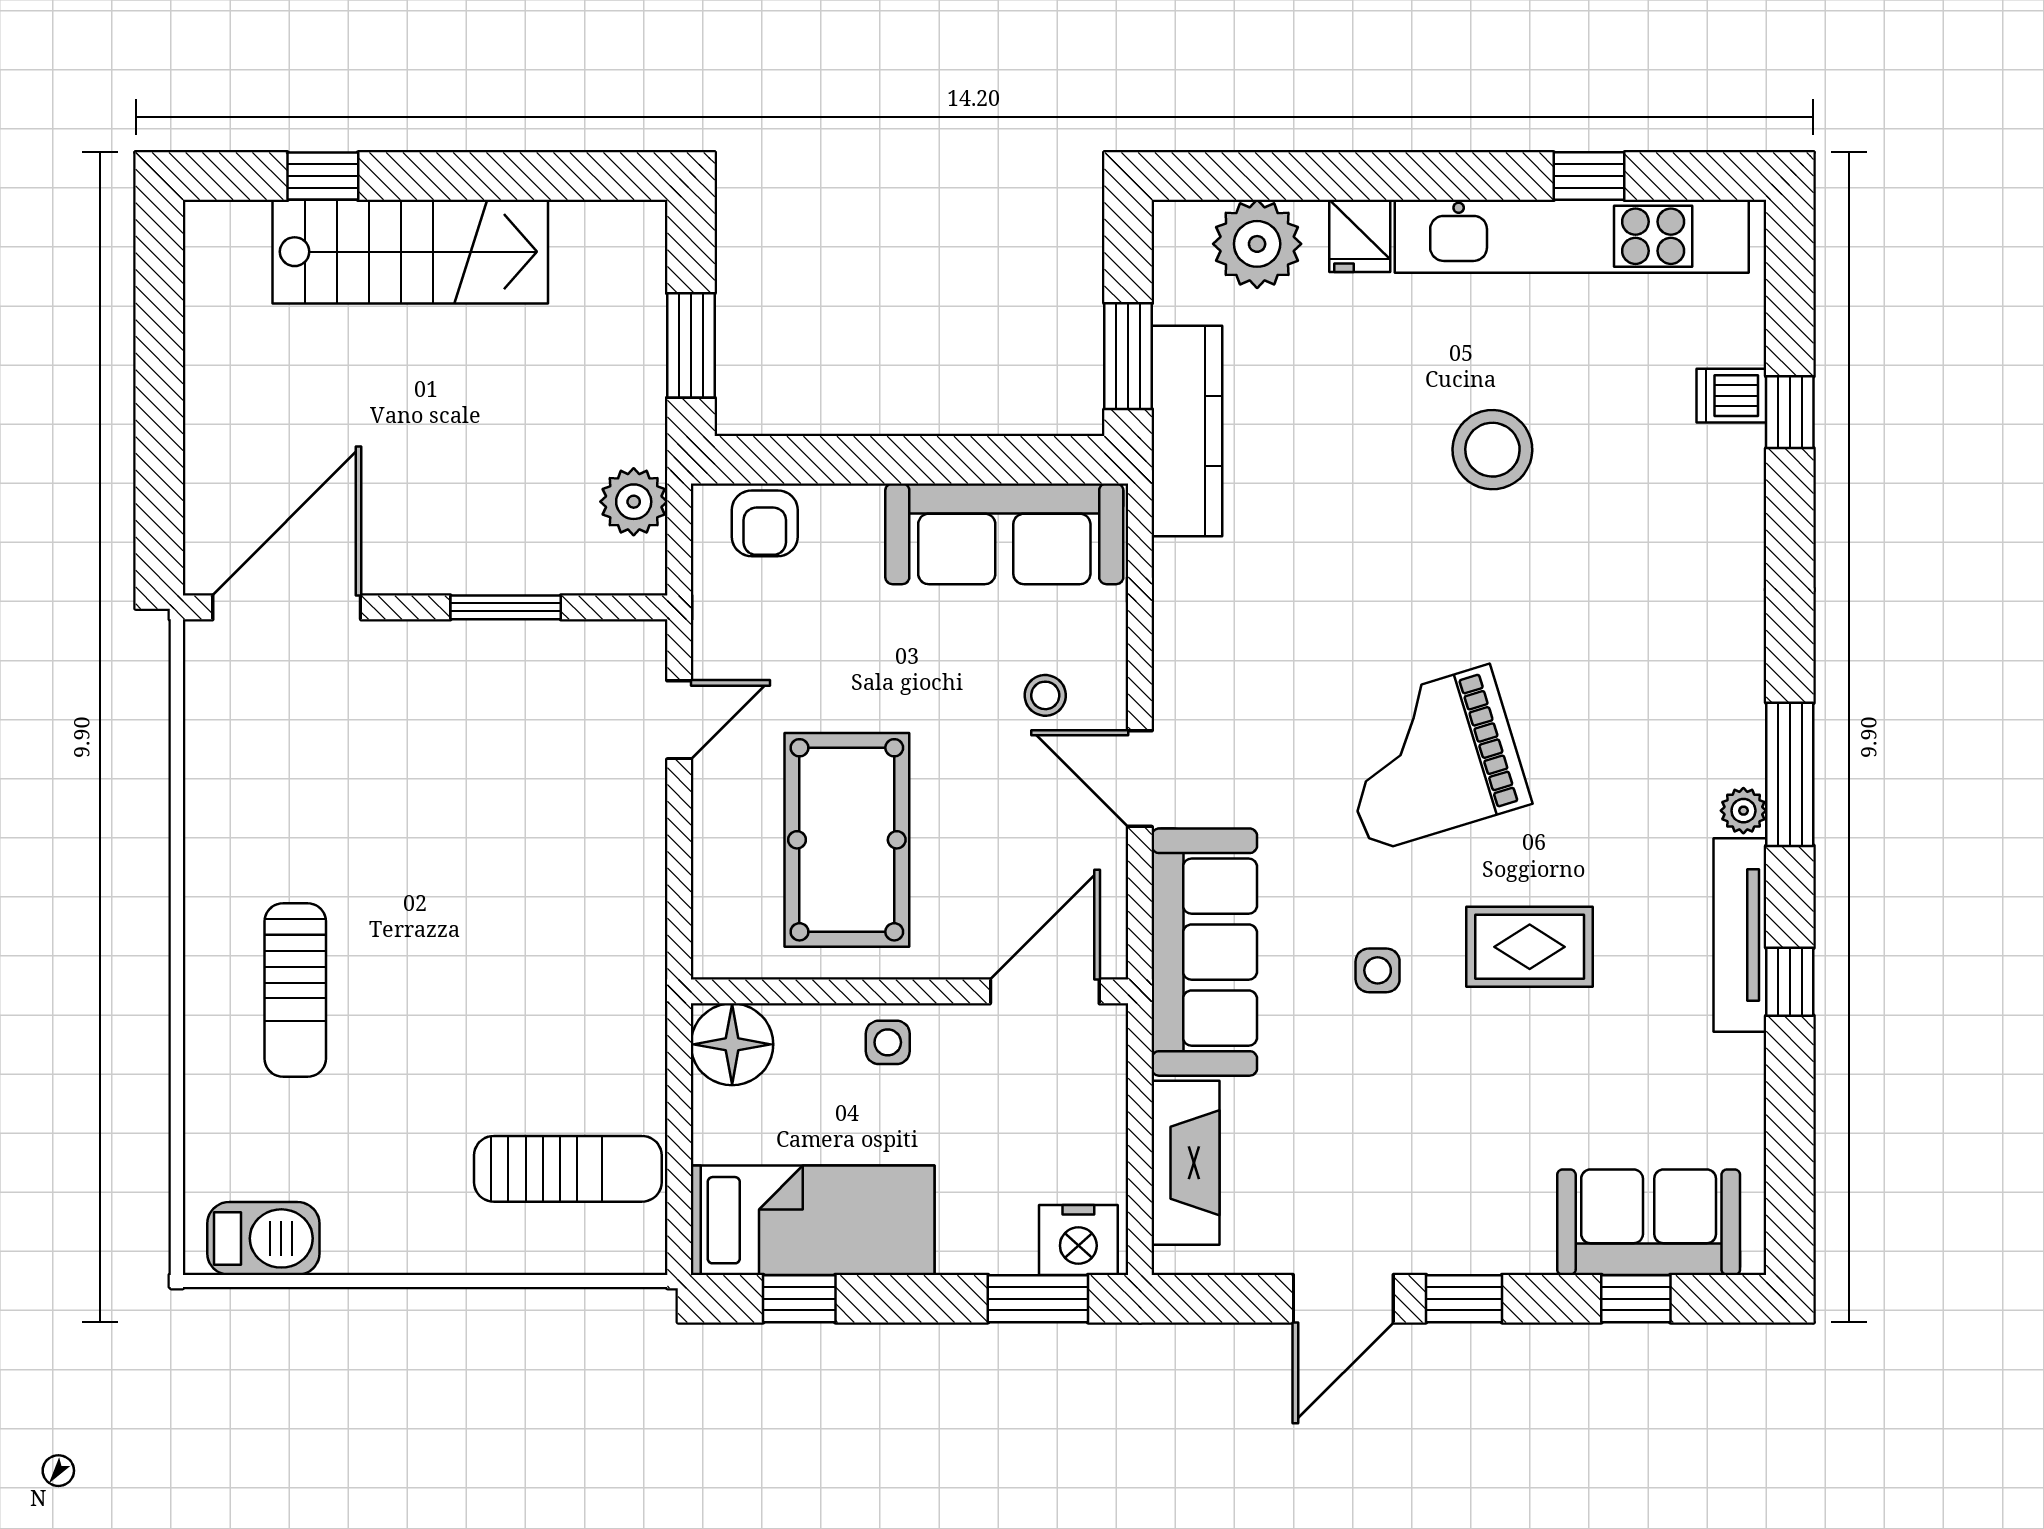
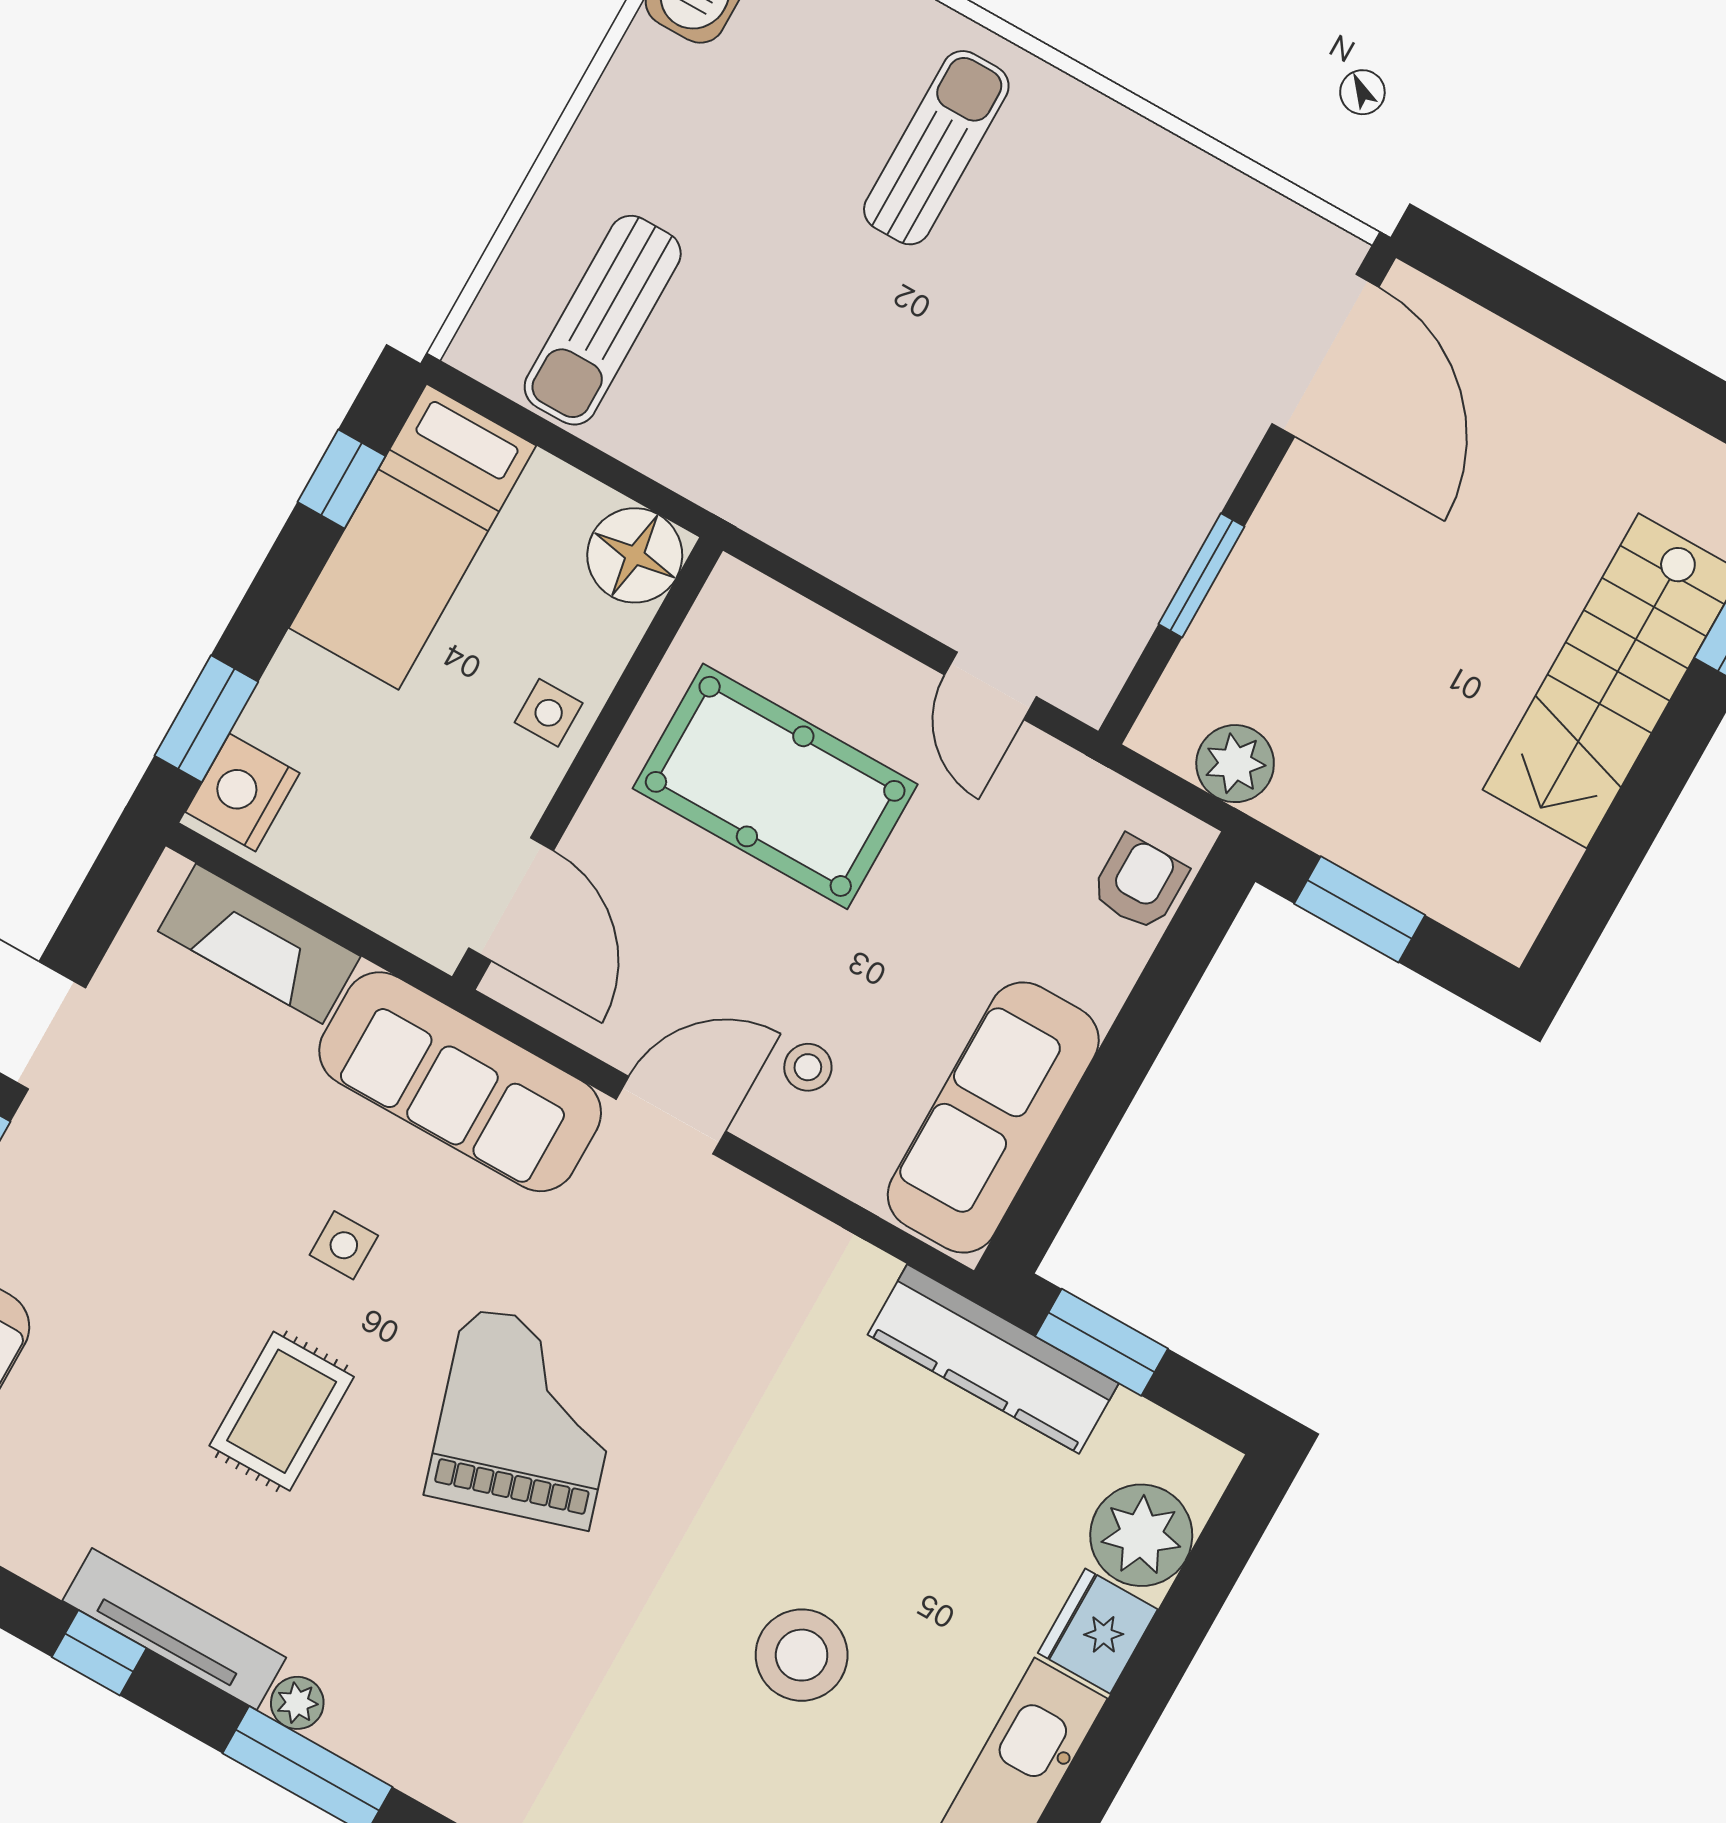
fridge: (1360, 236) -> (1098, 1631), width x1.38
armchair: (765, 523) -> (1139, 883), turned 90
sun lounger: (295, 990) -> (936, 148), turned 90

